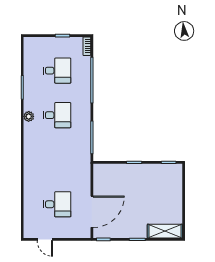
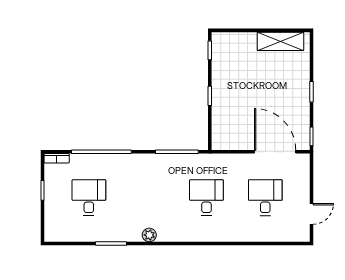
desk: (57, 115) -> (206, 198), moved
shelving: (165, 231) -> (280, 41), moved, turned 90

